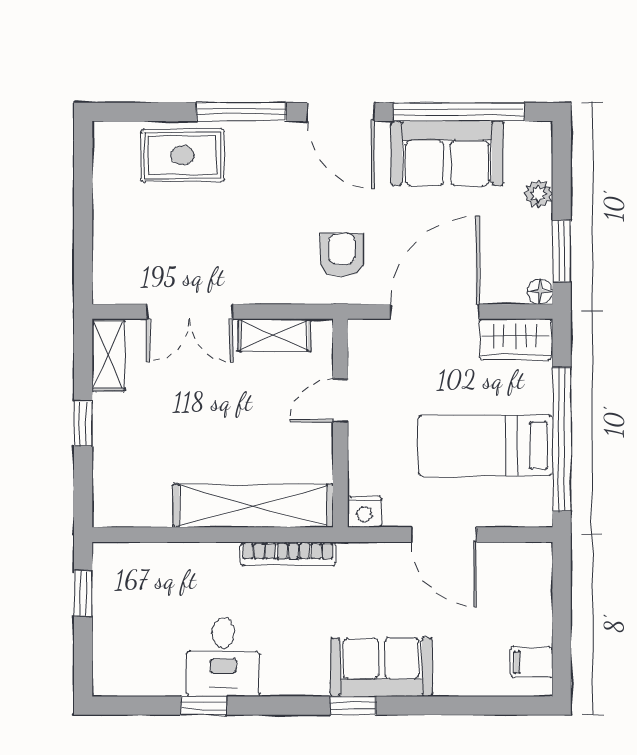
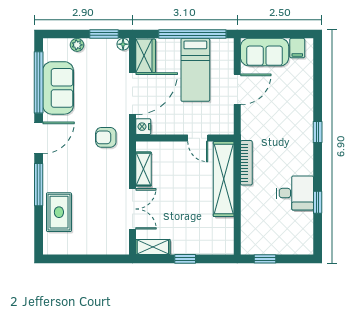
door: (435, 312) -> (132, 94), swing flipped
door: (340, 401) -> (198, 138), moved
nightstand: (365, 512) -> (143, 127), moved, turned 180
sofa: (381, 667) -> (265, 52), moved, turned -90

